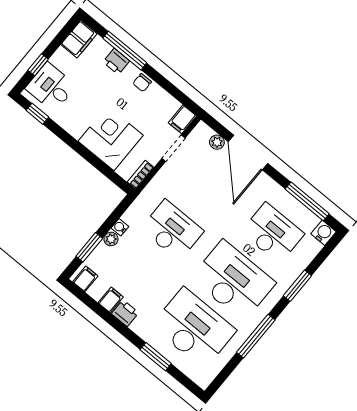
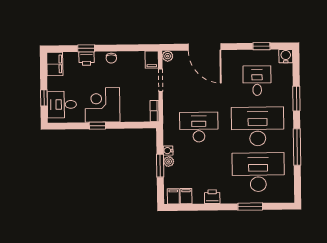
window: (125, 51) -> (86, 48), width x0.46
window: (37, 114) -> (97, 126), moved
corner desk: (111, 138) -> (102, 105), moved
plant: (217, 142) -> (168, 56), moved
window: (307, 201) -> (261, 46), width x0.46
desk: (273, 233) -> (257, 81), width x0.73
window: (89, 247) -> (160, 166), moved
filing cabinet: (111, 300) -> (186, 196), moved

